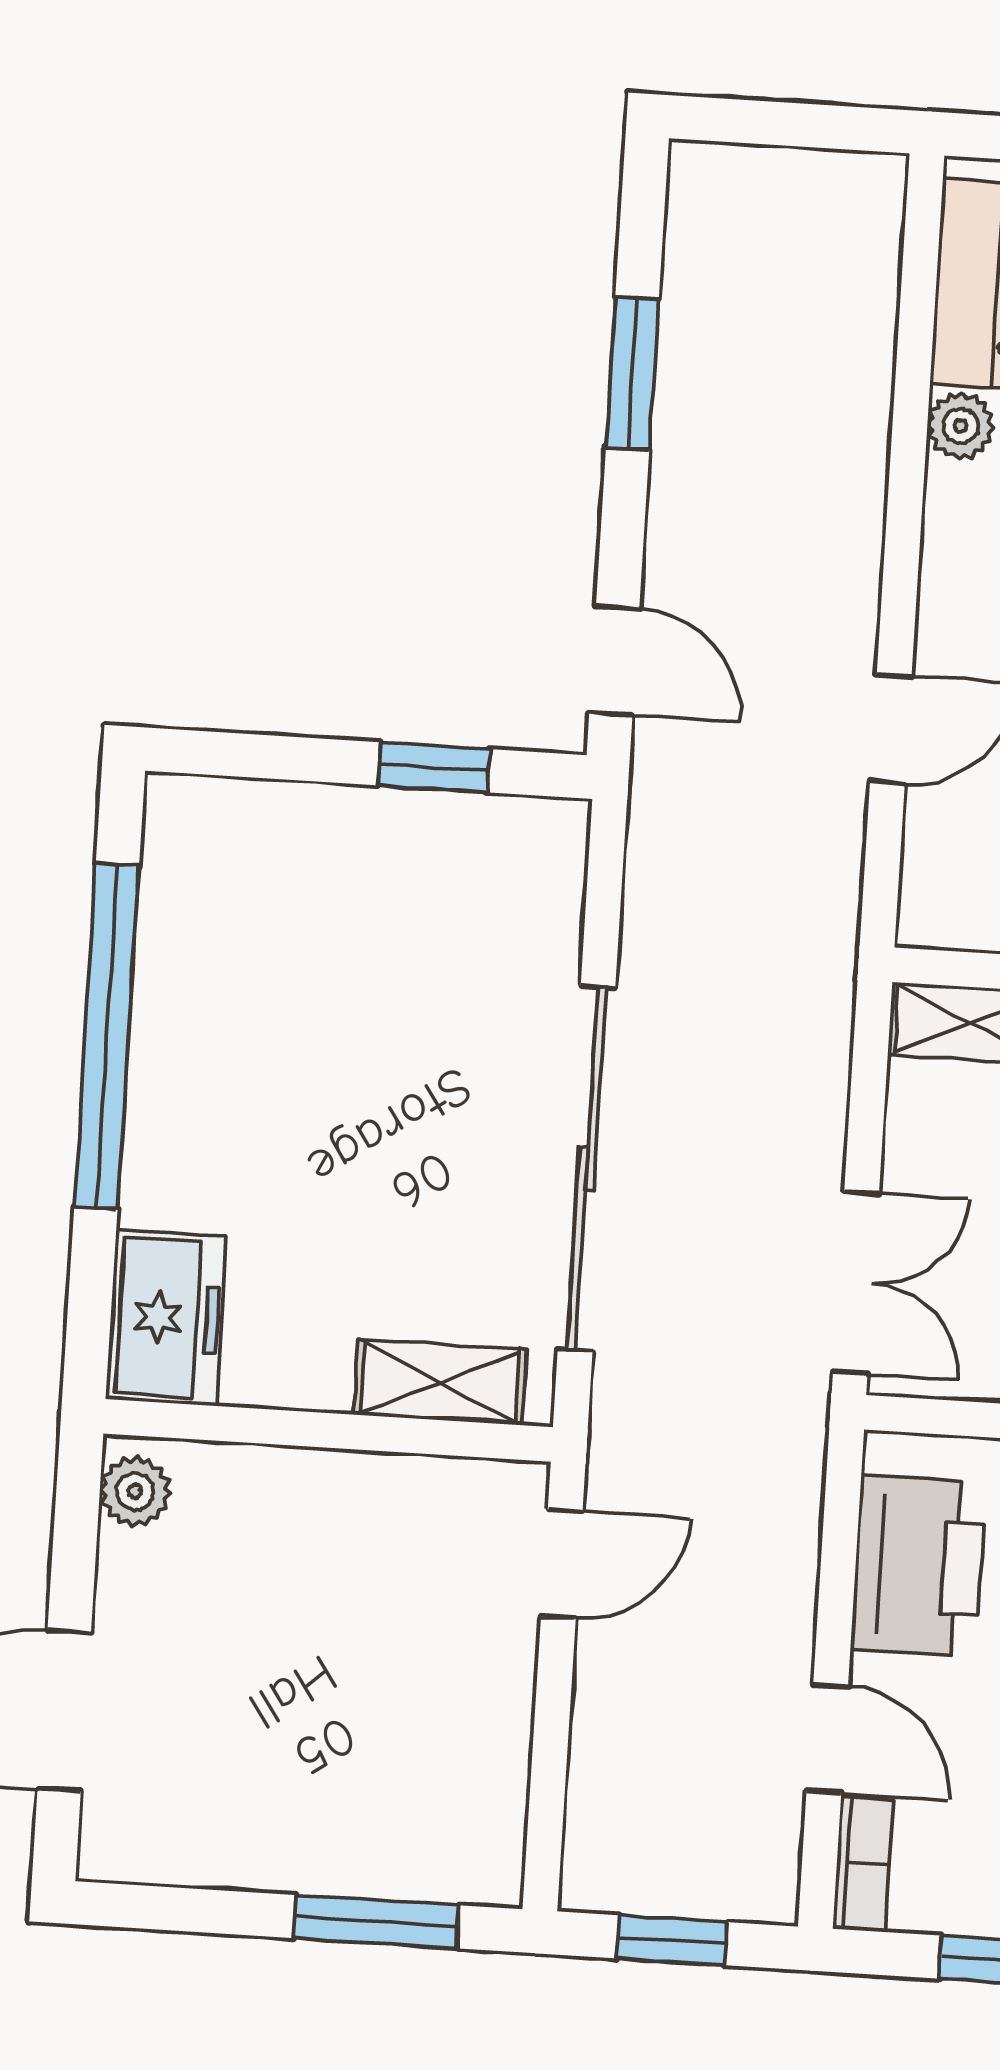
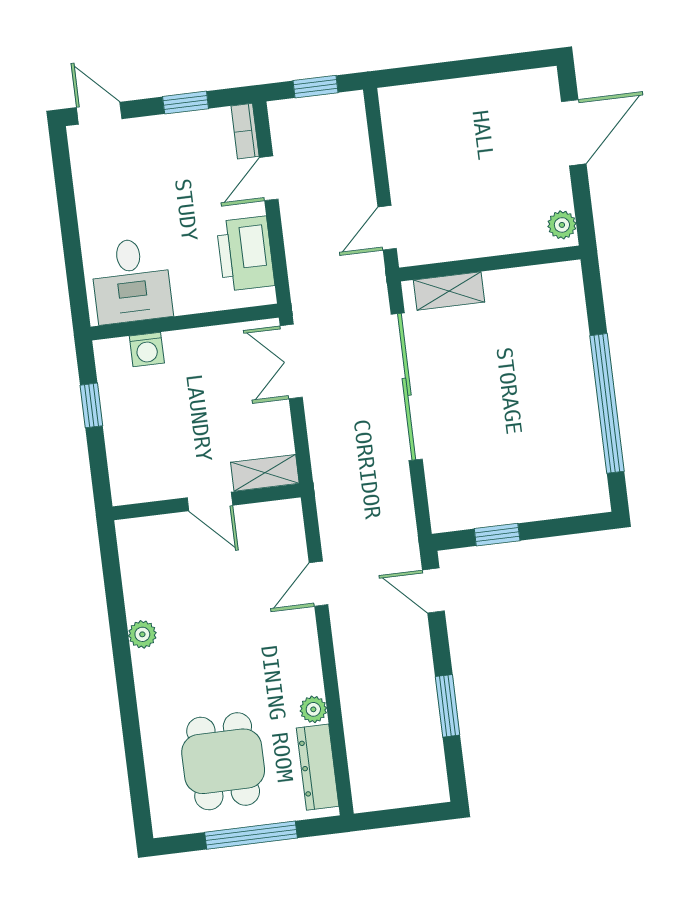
freezer: (166, 1318) -> (563, 296), removed
door: (827, 1739) -> (269, 178), hinge flipped
window: (376, 1922) -> (434, 72), removed

